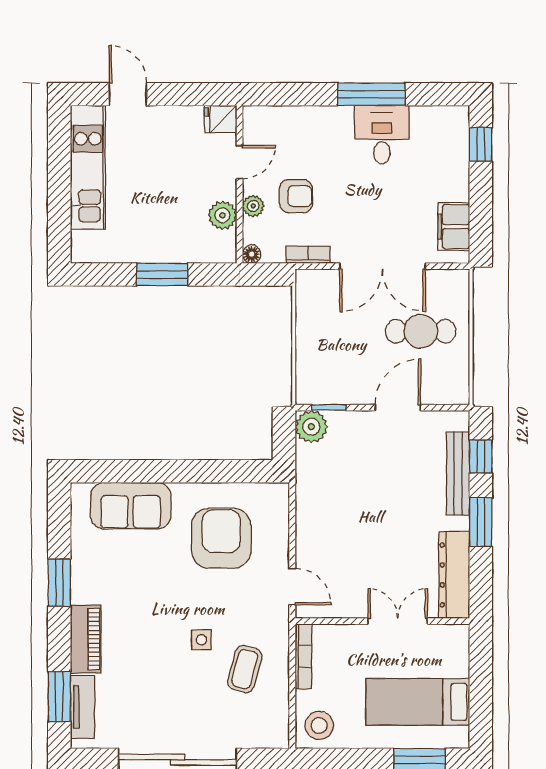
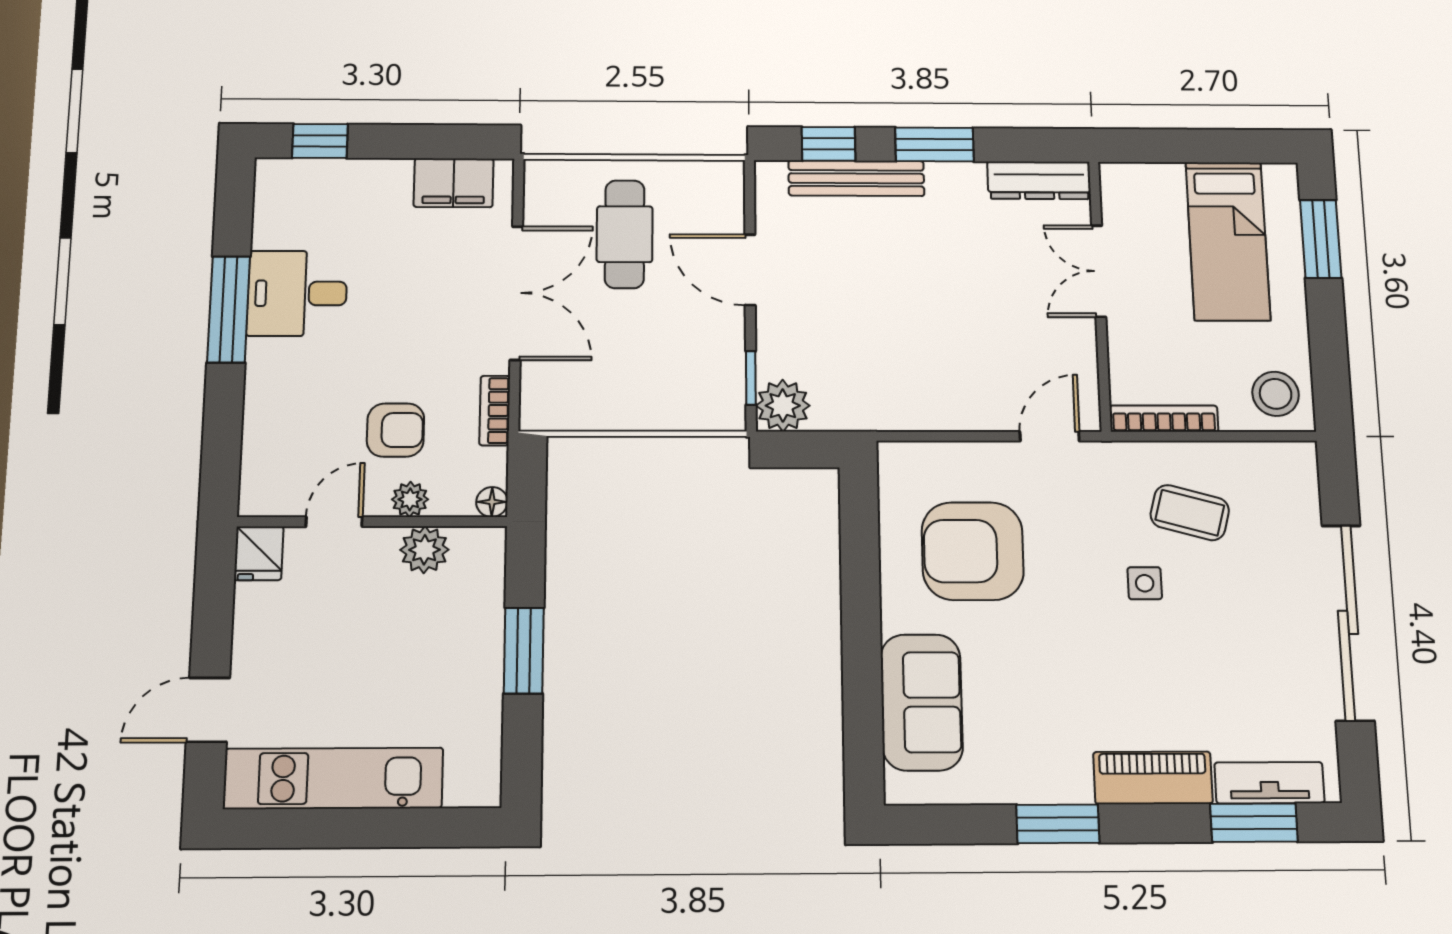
door: (240, 162) -> (334, 522), hinge flipped
armchair: (296, 196) -> (395, 430), turned 90
dresser: (454, 575) -> (1039, 180), width x0.73, depth x0.80

